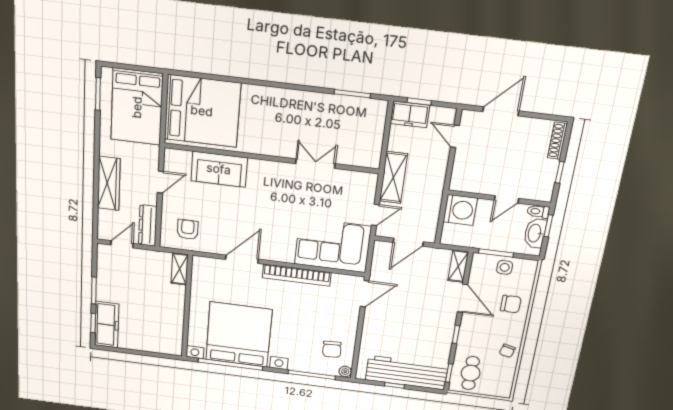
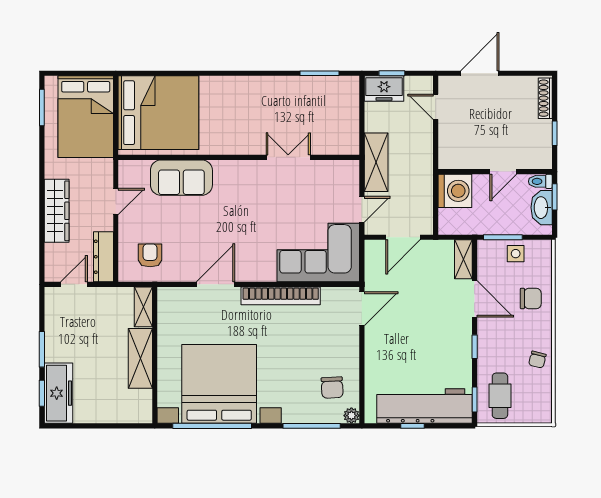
shelving: (175, 308) -> (140, 358), added

